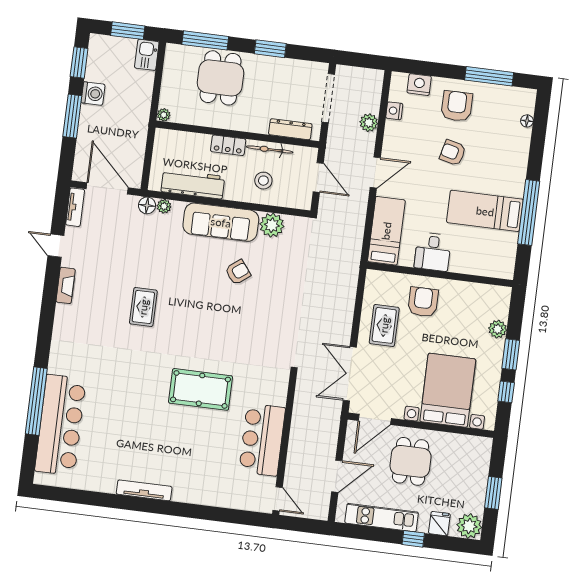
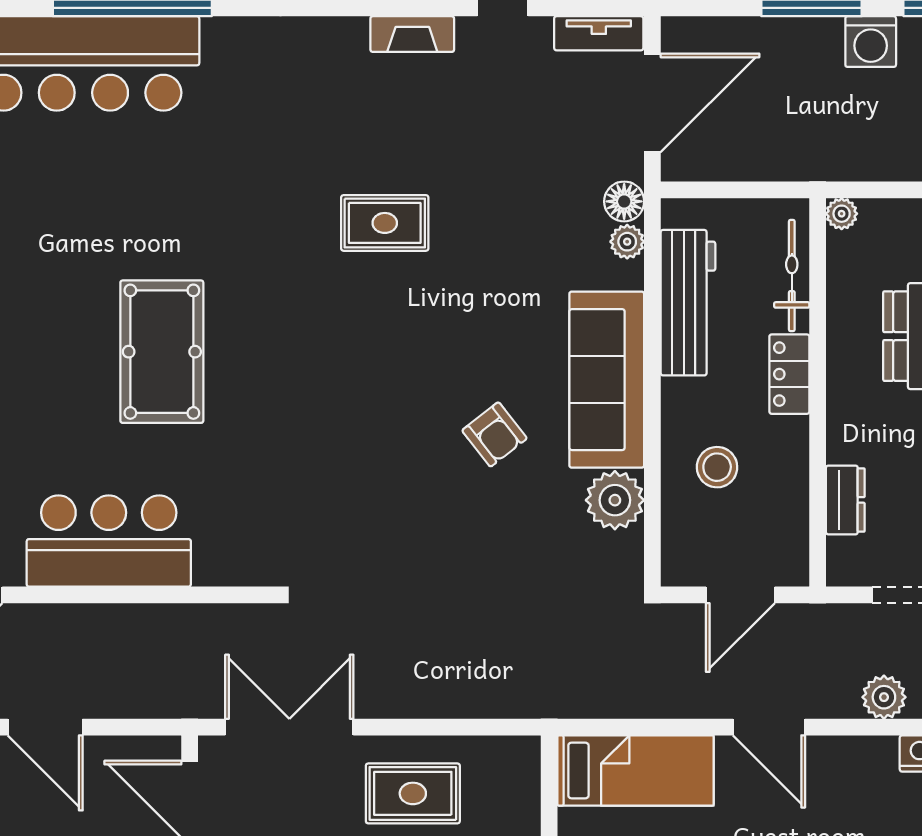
dresser: (290, 129) -> (845, 500), width x0.70
bicycle: (270, 149) -> (792, 275), moved
pool table: (200, 389) -> (162, 352), moved

